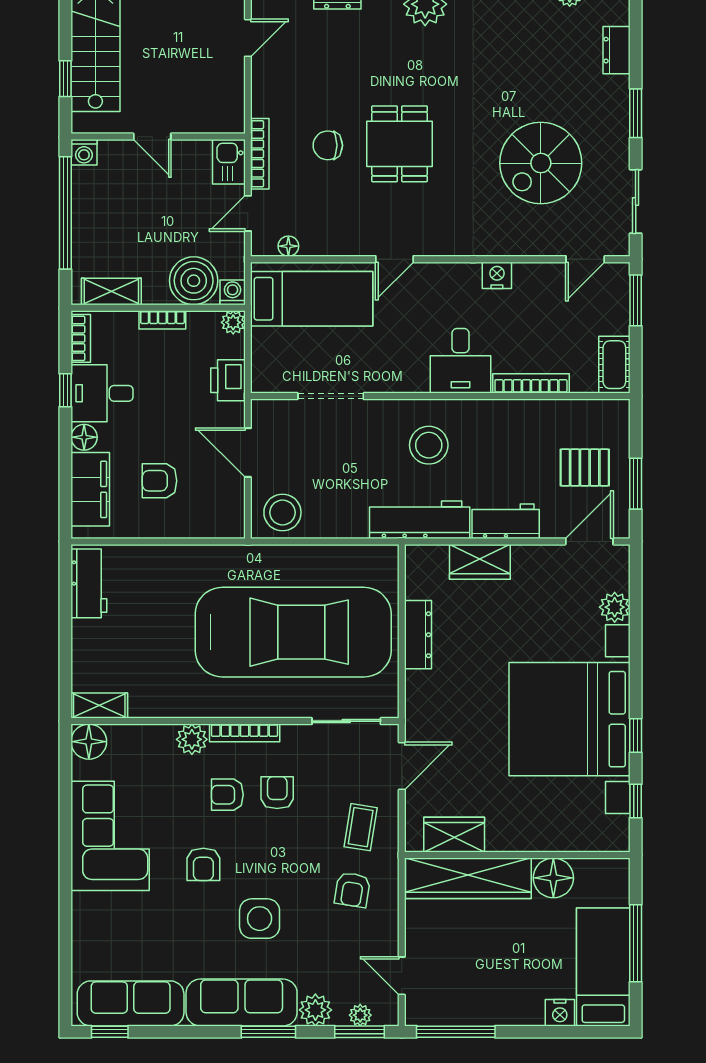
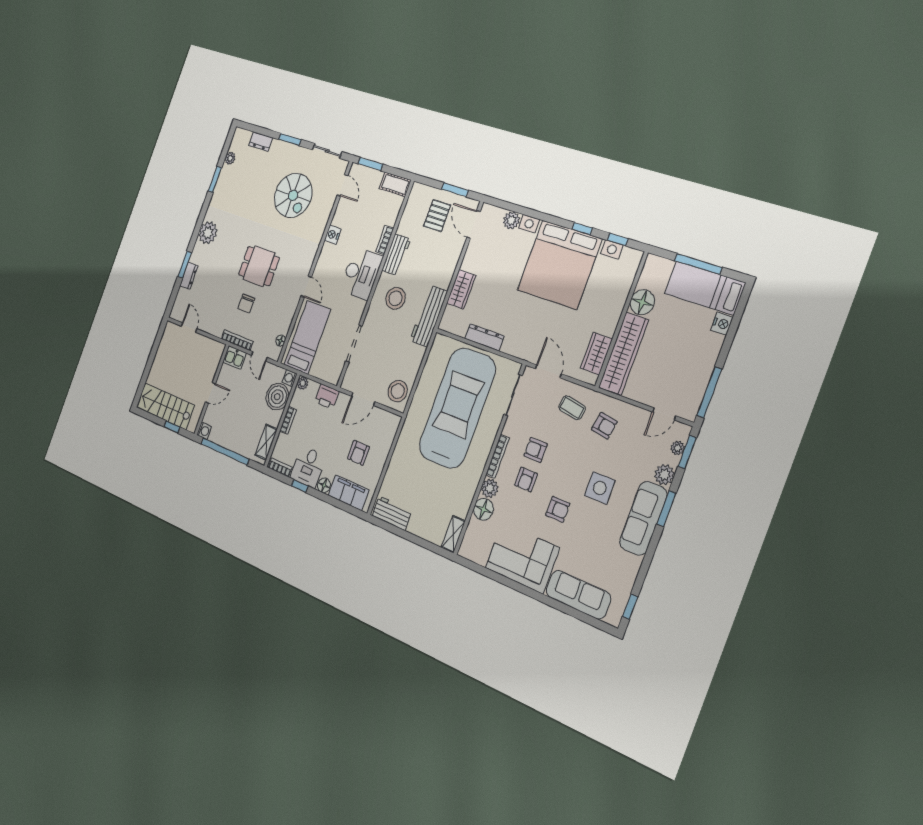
desk: (461, 361) -> (361, 273), width x1.37
bookcase: (531, 383) -> (385, 240), width x0.64
workbench: (506, 521) -> (396, 255), moved, turned 180
floor lamp: (89, 742) -> (483, 509), moved
sofa: (131, 1003) -> (578, 595), moved, turned 90

